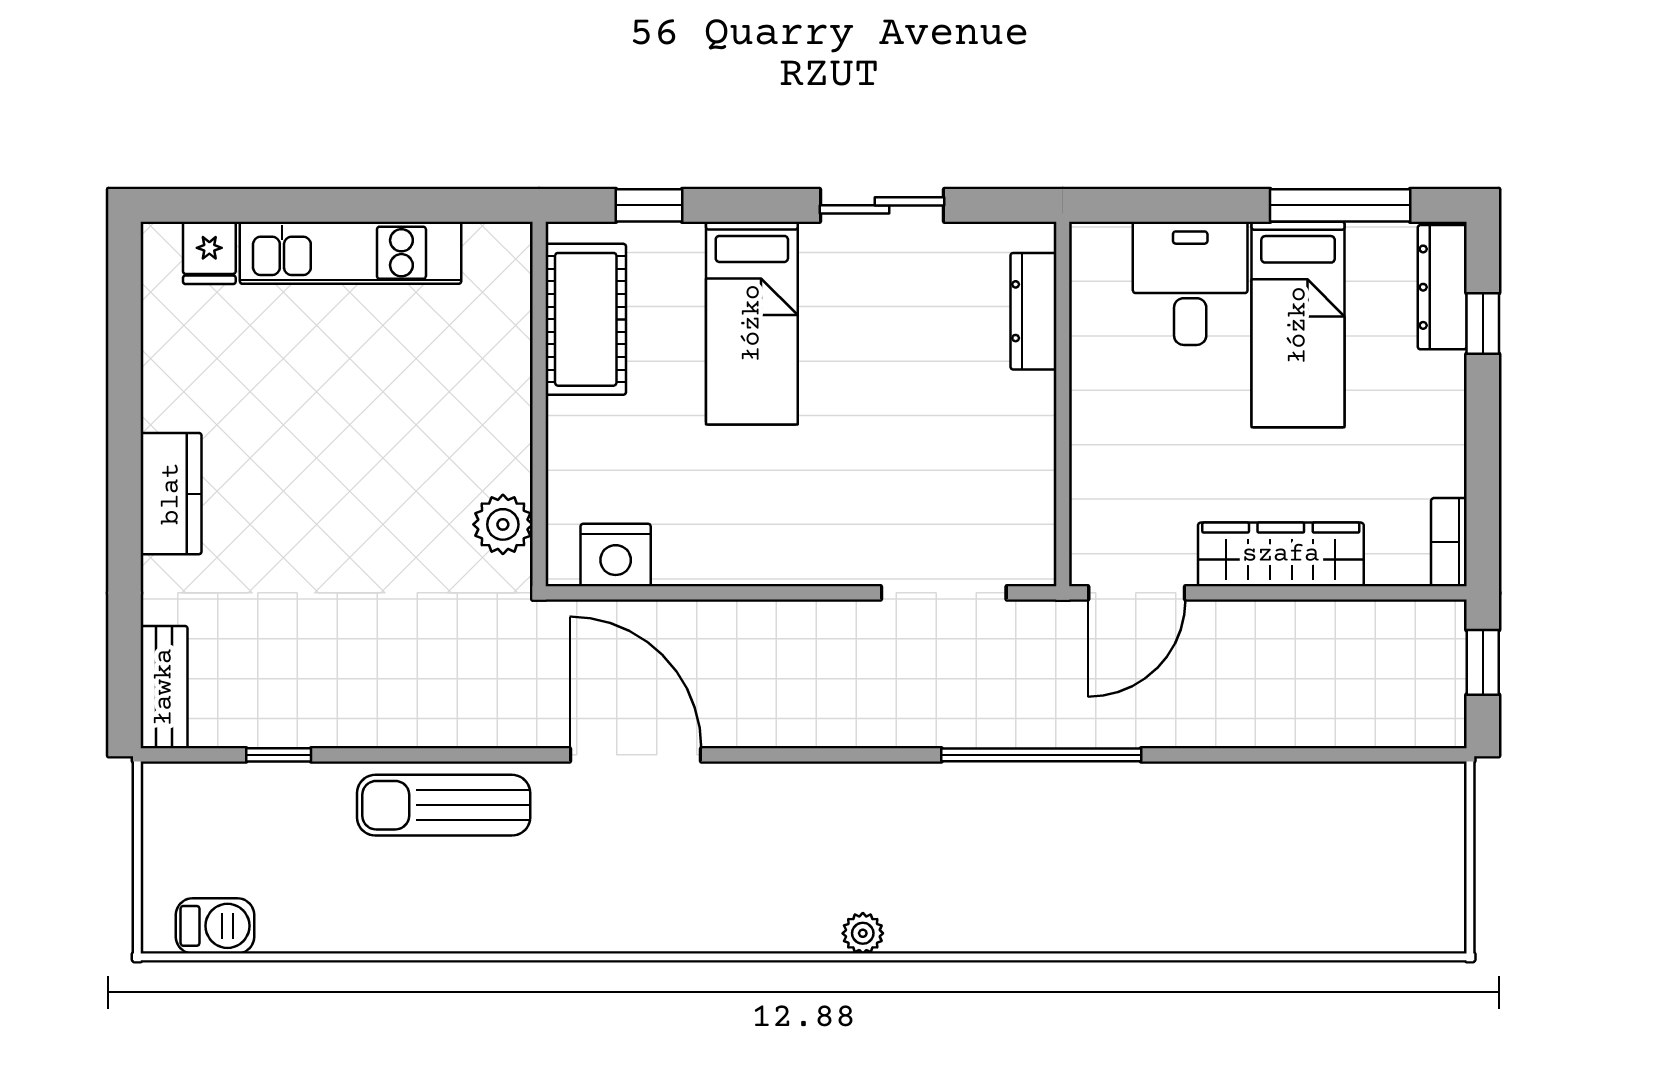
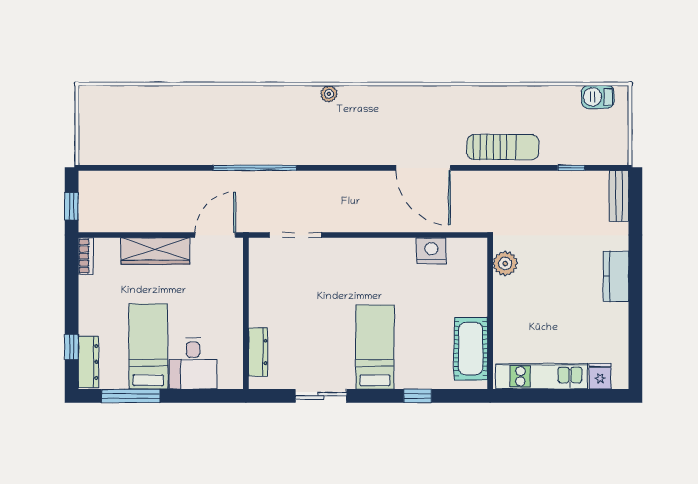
cot: (586, 319) -> (471, 349), moved
wall: (539, 404) -> (490, 313), moved
plant: (503, 524) -> (505, 263), moved

